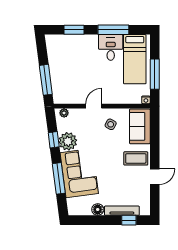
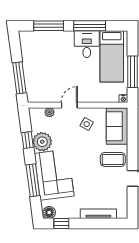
window: (74, 30) -> (49, 26), width x1.44
plant: (64, 113) -> (50, 112), moved
floor lamp: (98, 210) -> (49, 212), moved
window: (129, 220) -> (61, 223), moved

